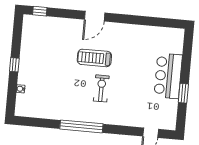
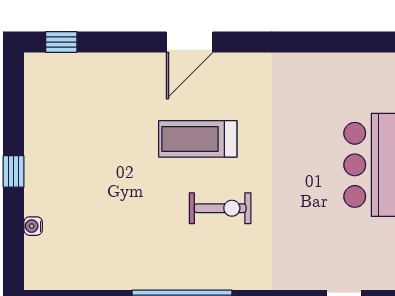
exercise bike: (101, 88) -> (220, 208), turned 90

